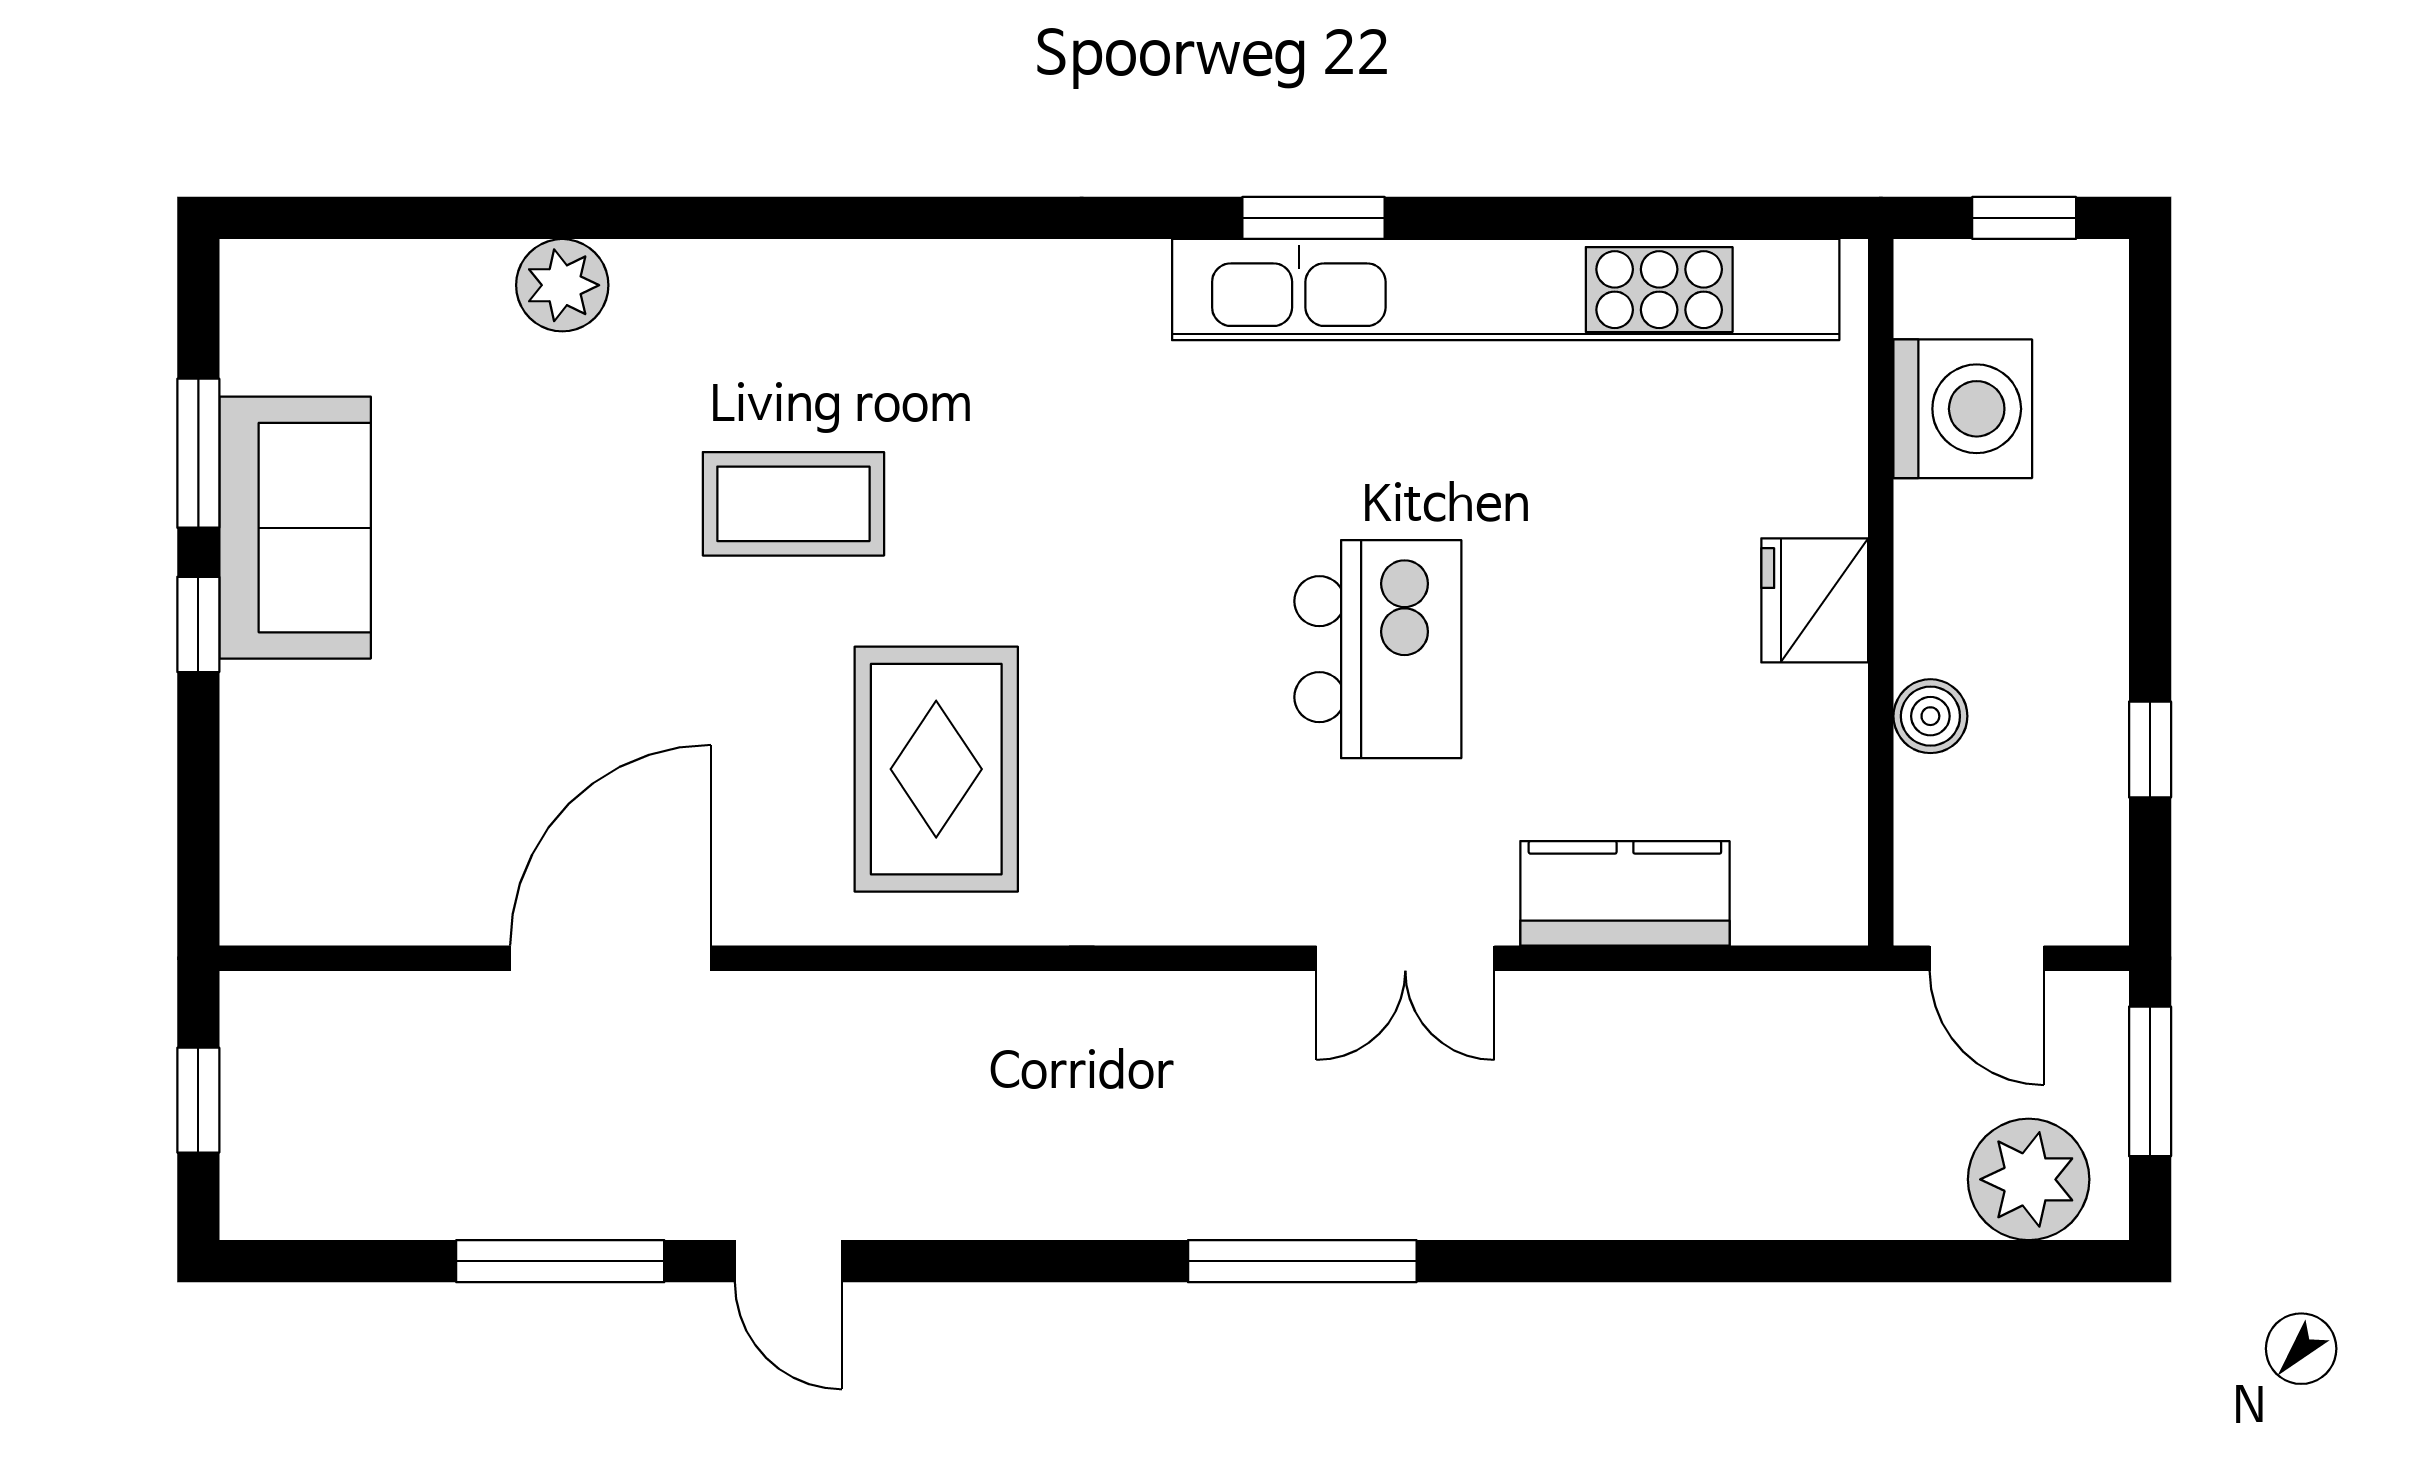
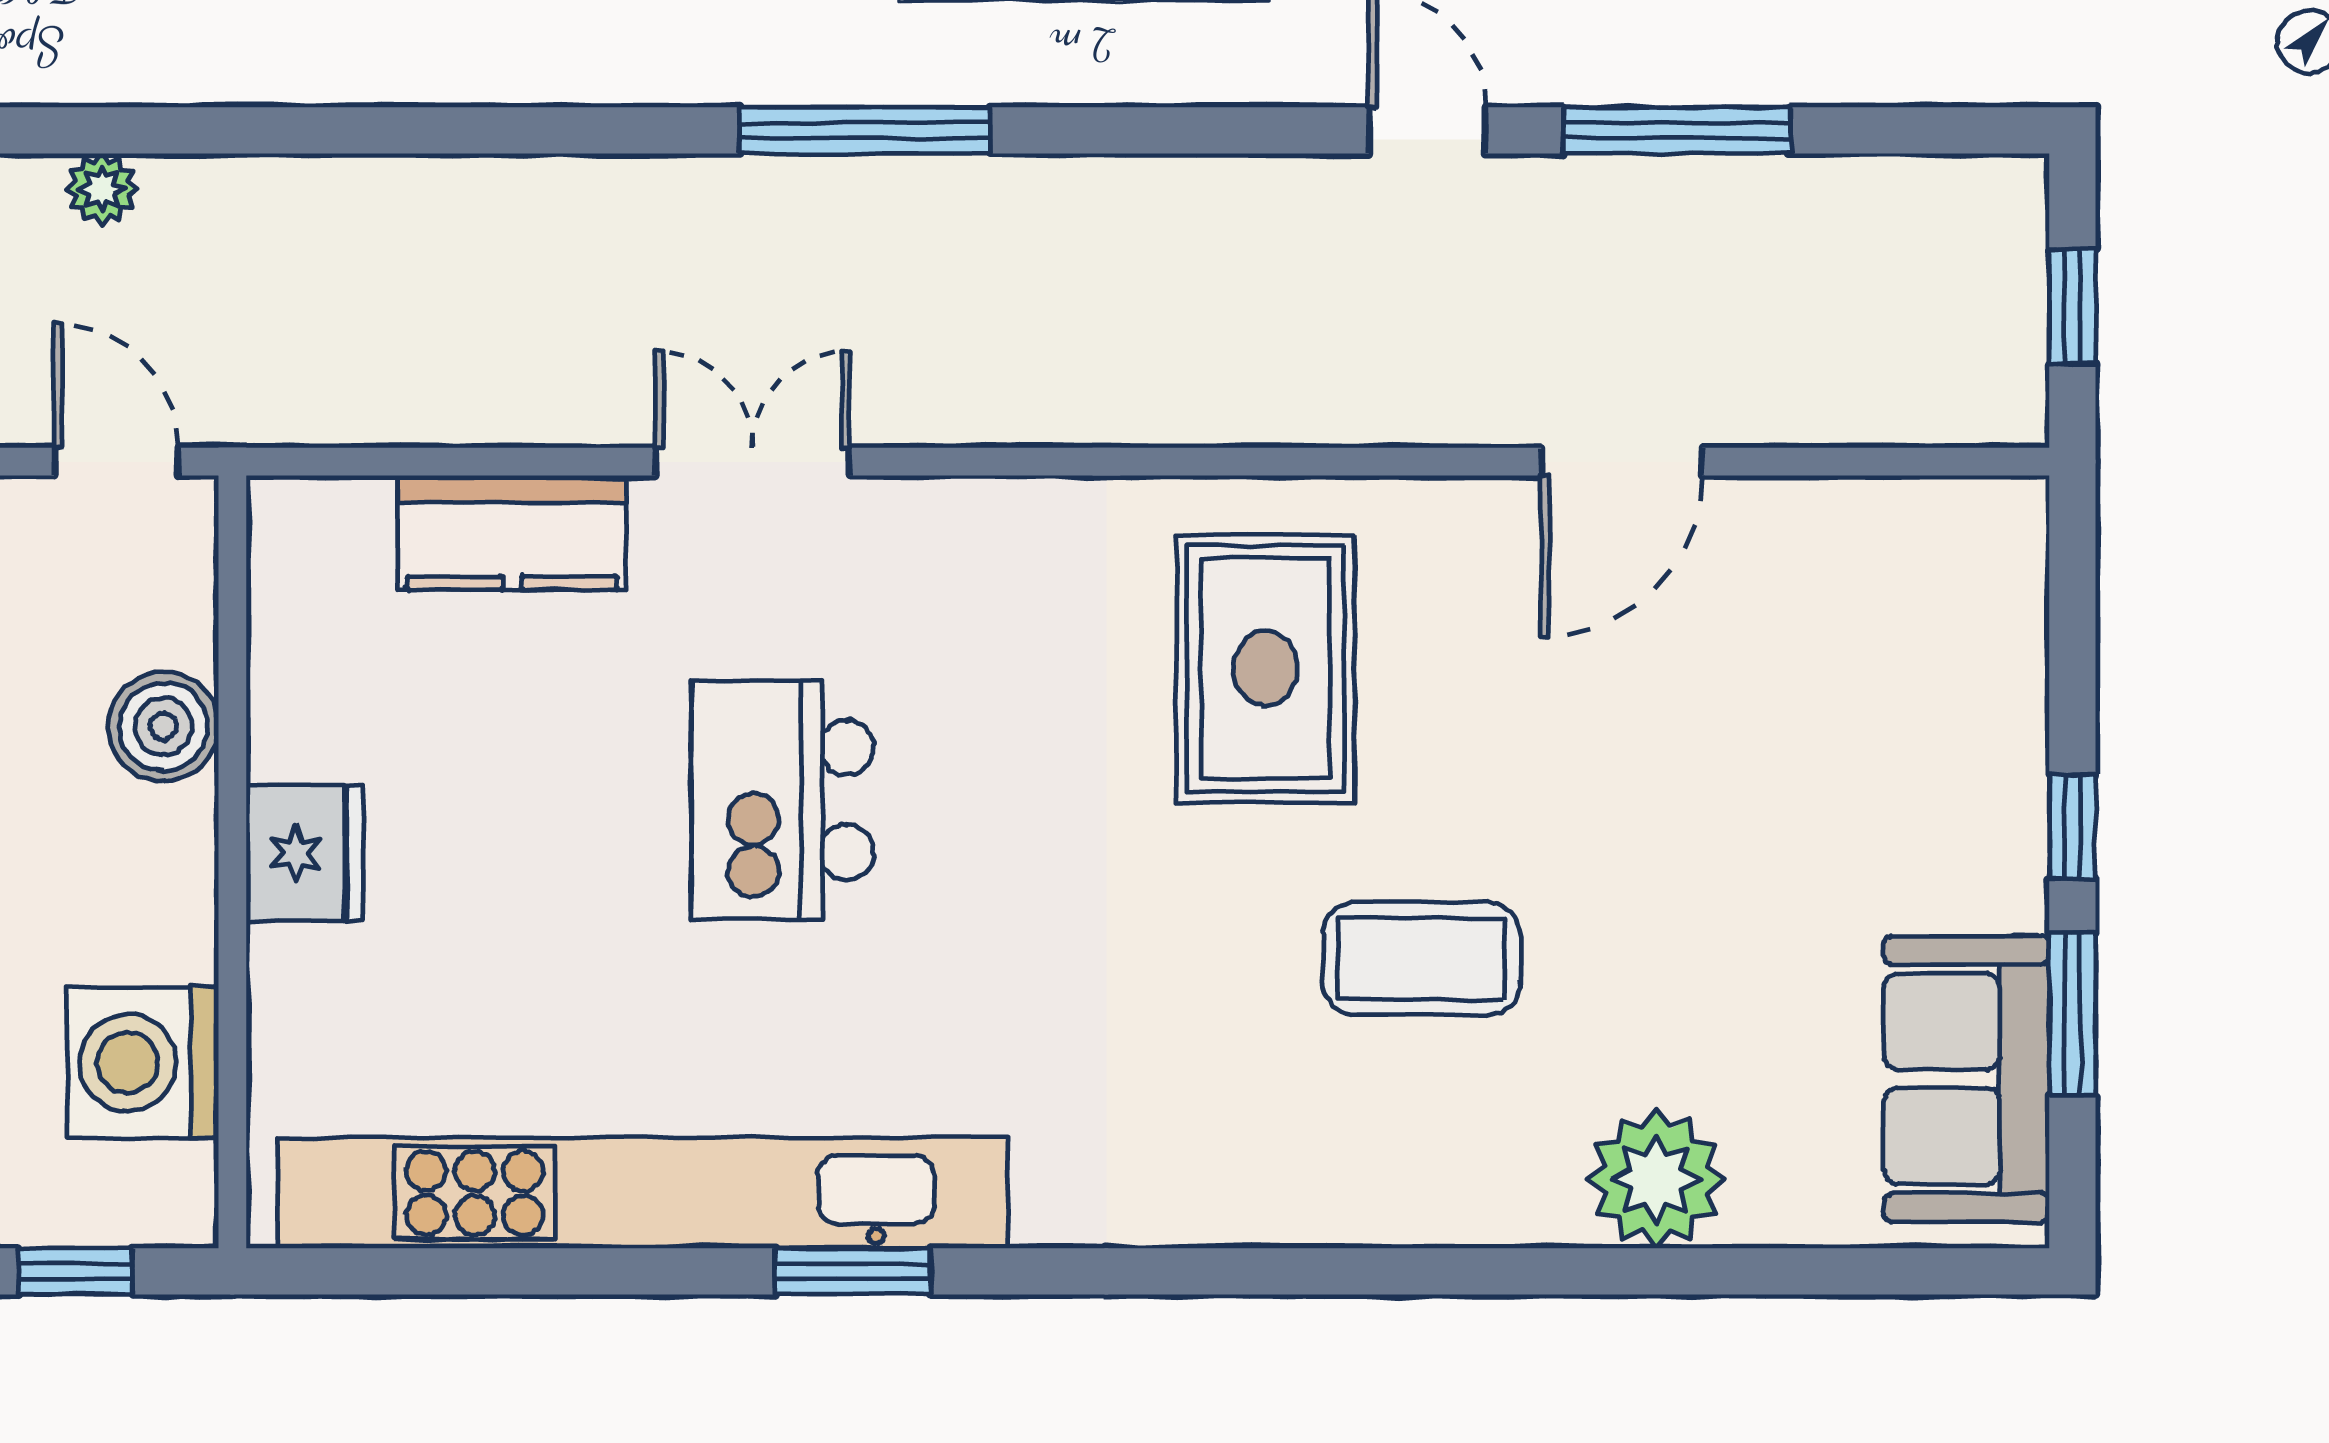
plant: (562, 285) -> (1656, 1179), width x1.36, depth x1.36
sofa: (295, 528) -> (1967, 1079), moved
boiler: (1930, 716) -> (163, 726), width x1.36, depth x1.36
door: (611, 958) -> (1622, 462), width x0.73
plant: (2029, 1179) -> (102, 189), width x0.53, depth x0.53

